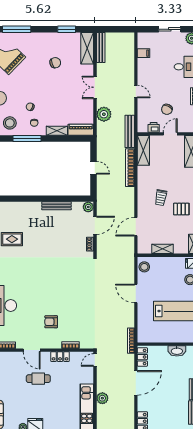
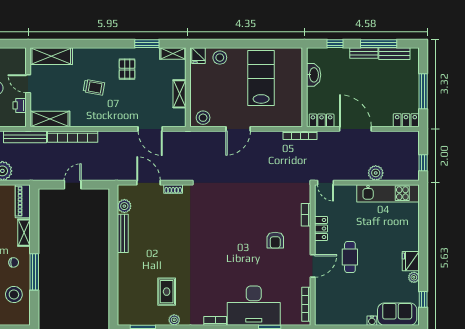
trolley: (161, 198) -> (94, 87), moved
plant: (88, 207) -> (124, 206), moved

